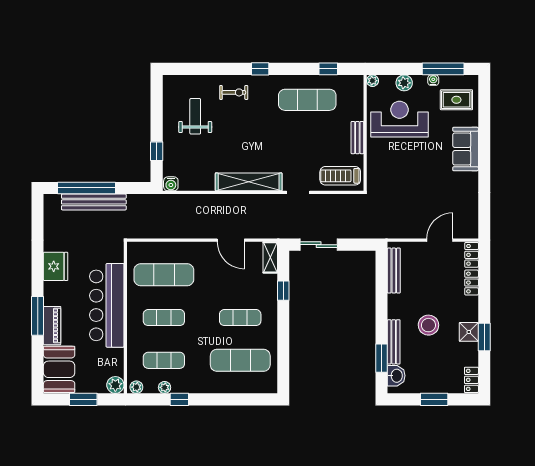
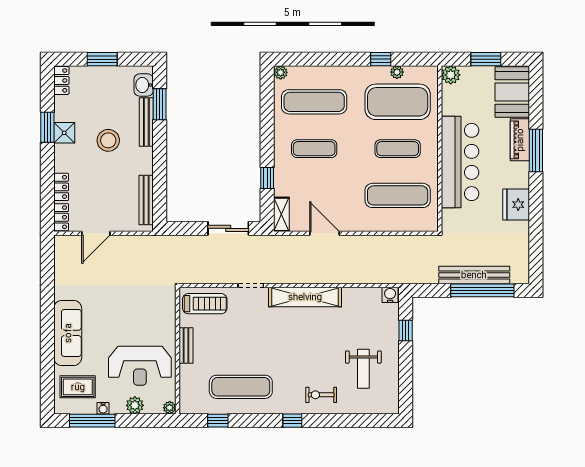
sofa: (466, 149) -> (68, 333), width x1.36
exercise mat: (164, 360) -> (398, 102), width x2.00, depth x1.45
plant: (136, 387) -> (281, 72), moved

